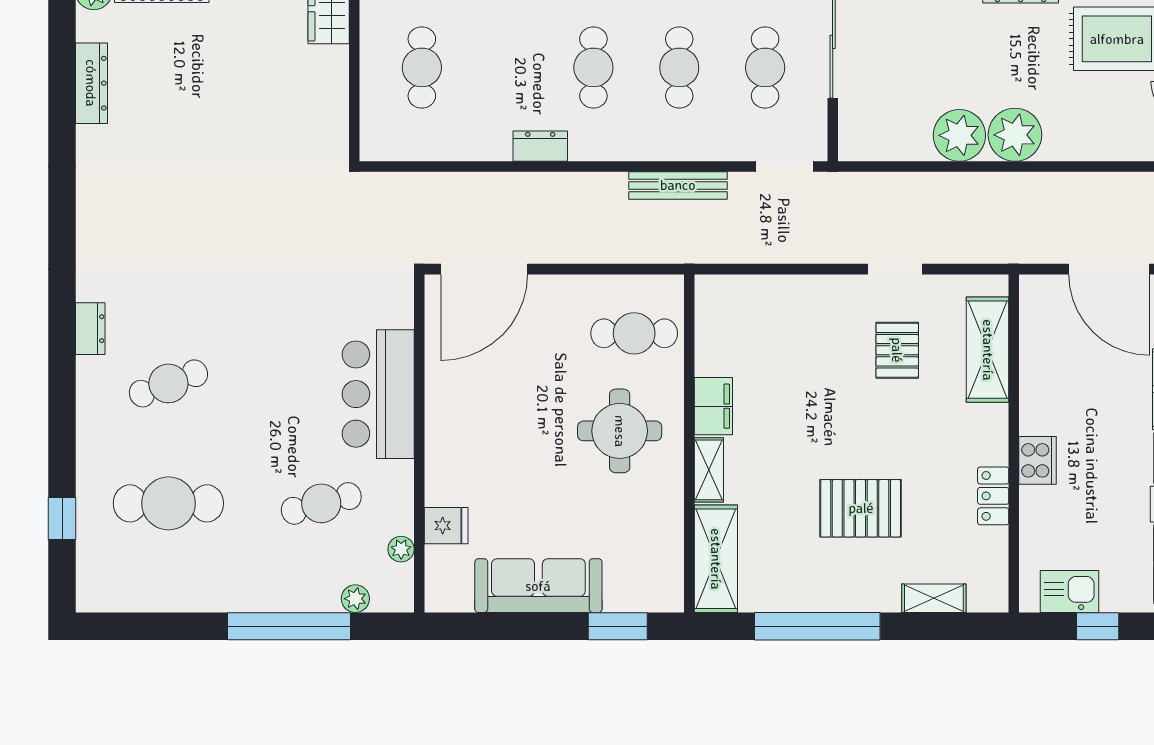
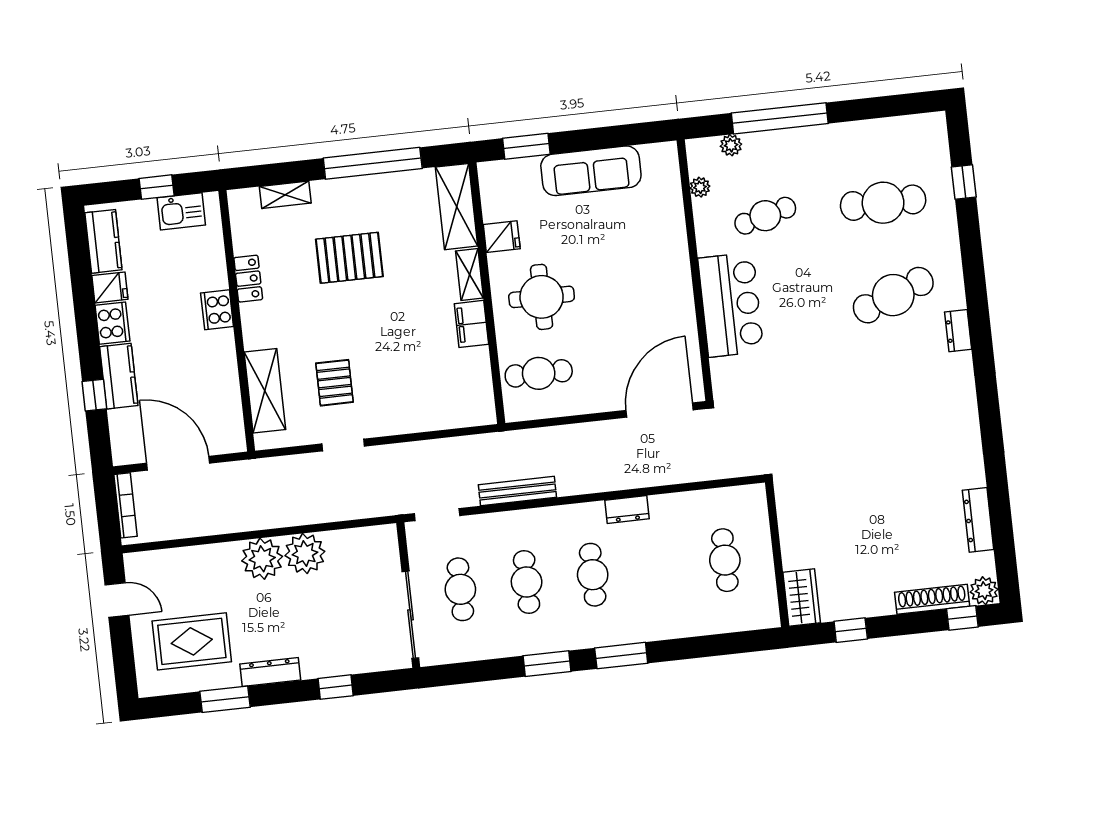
cafe table: (168, 383) -> (893, 295), width x1.37, depth x1.35
fridge: (446, 526) -> (502, 237), moved, turned 180

